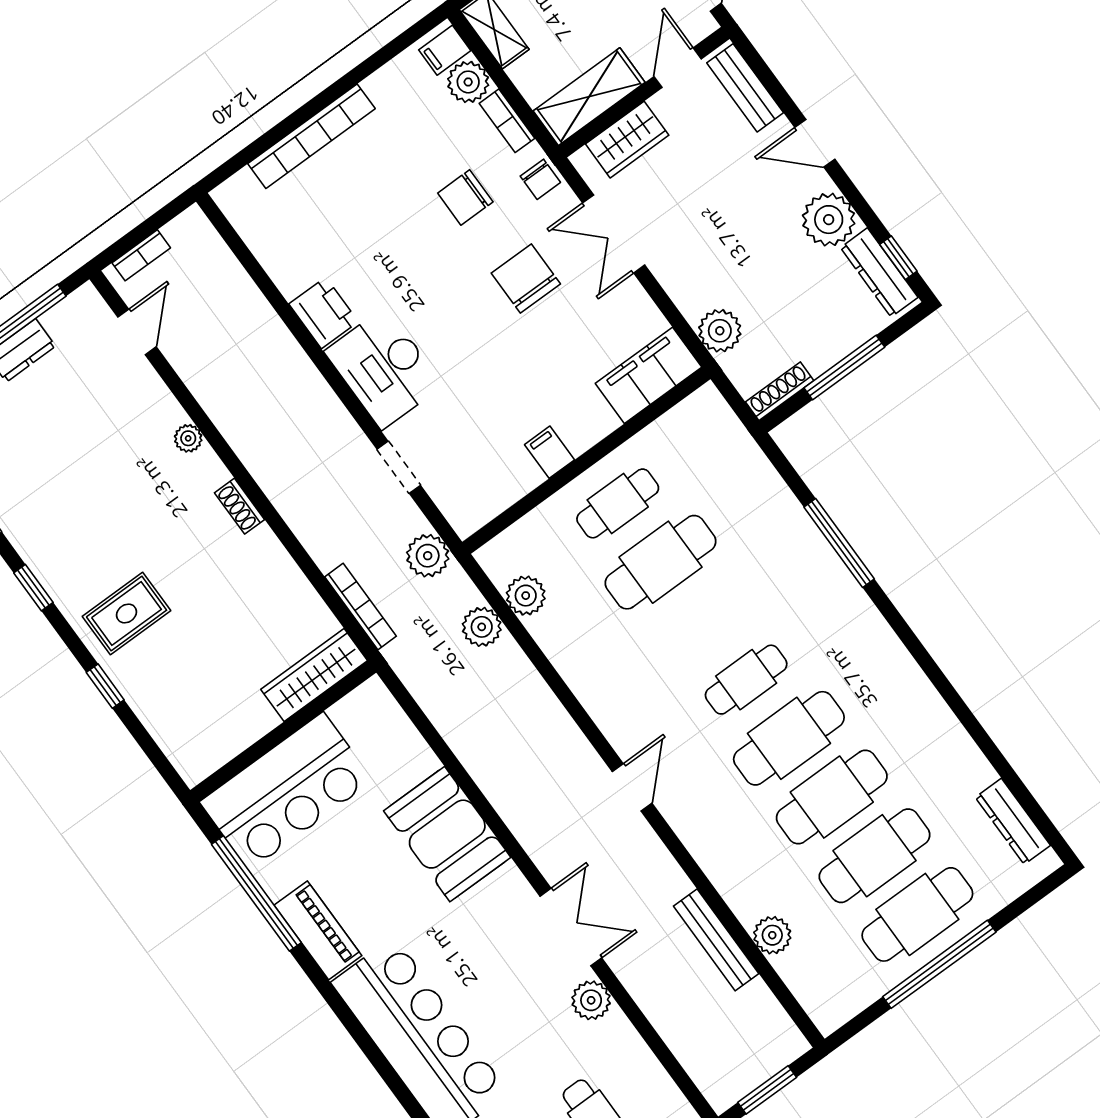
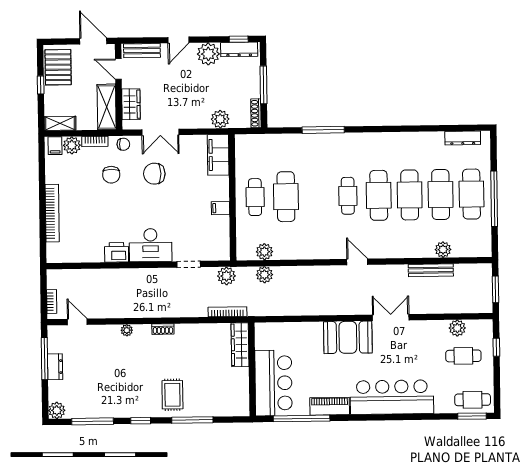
window: (105, 686) -> (192, 420), width x2.17
booth: (447, 834) -> (348, 337), moved
plant: (591, 1000) -> (457, 328), moved

